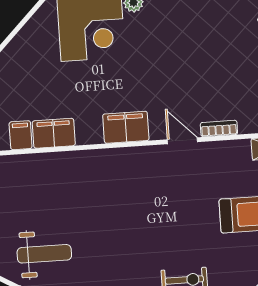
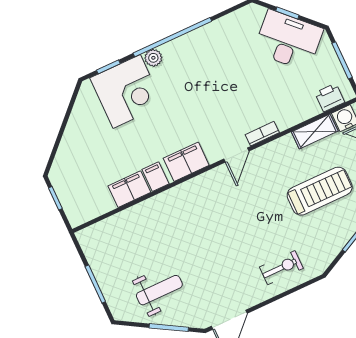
filing cabinet: (21, 135) -> (156, 177), moved
door: (182, 141) -> (236, 155), swing flipped

